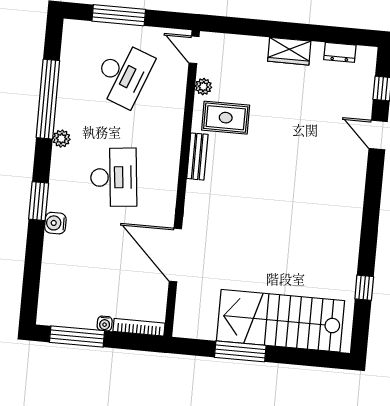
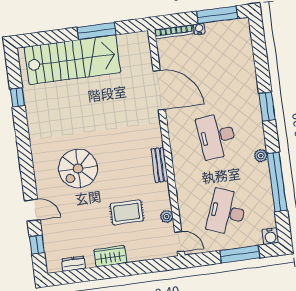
rug: (226, 118) -> (127, 212), moved
spiral stairs: (306, 176) -> (78, 168), added
water cooler: (55, 223) -> (270, 236), moved, turned 90

